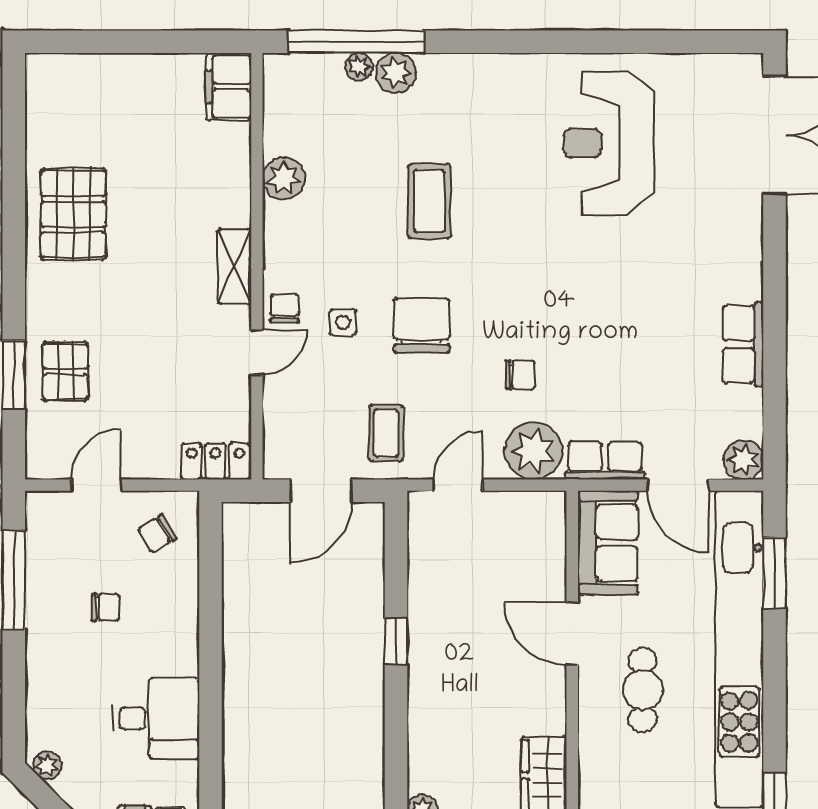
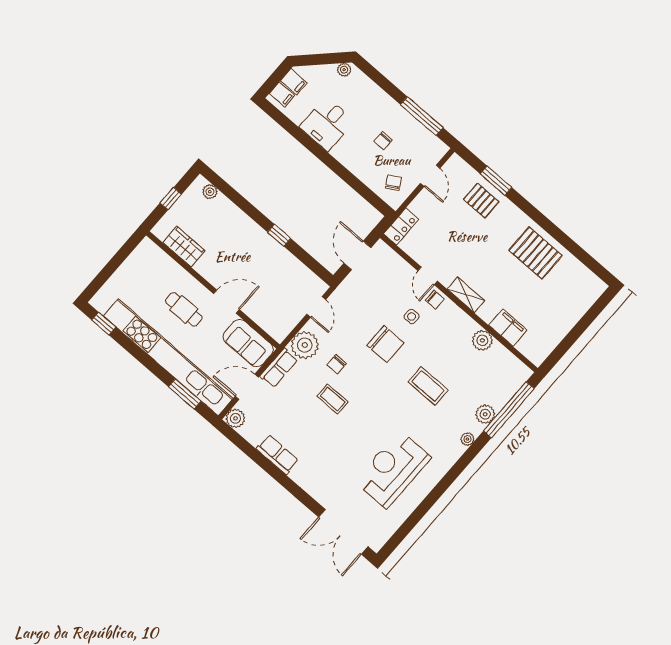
plant: (359, 67) -> (467, 439), moved
filing cabinet: (229, 87) -> (508, 328), moved
reception desk: (609, 143) -> (393, 469), turned -90
coffee table: (386, 433) -> (333, 399), moved

